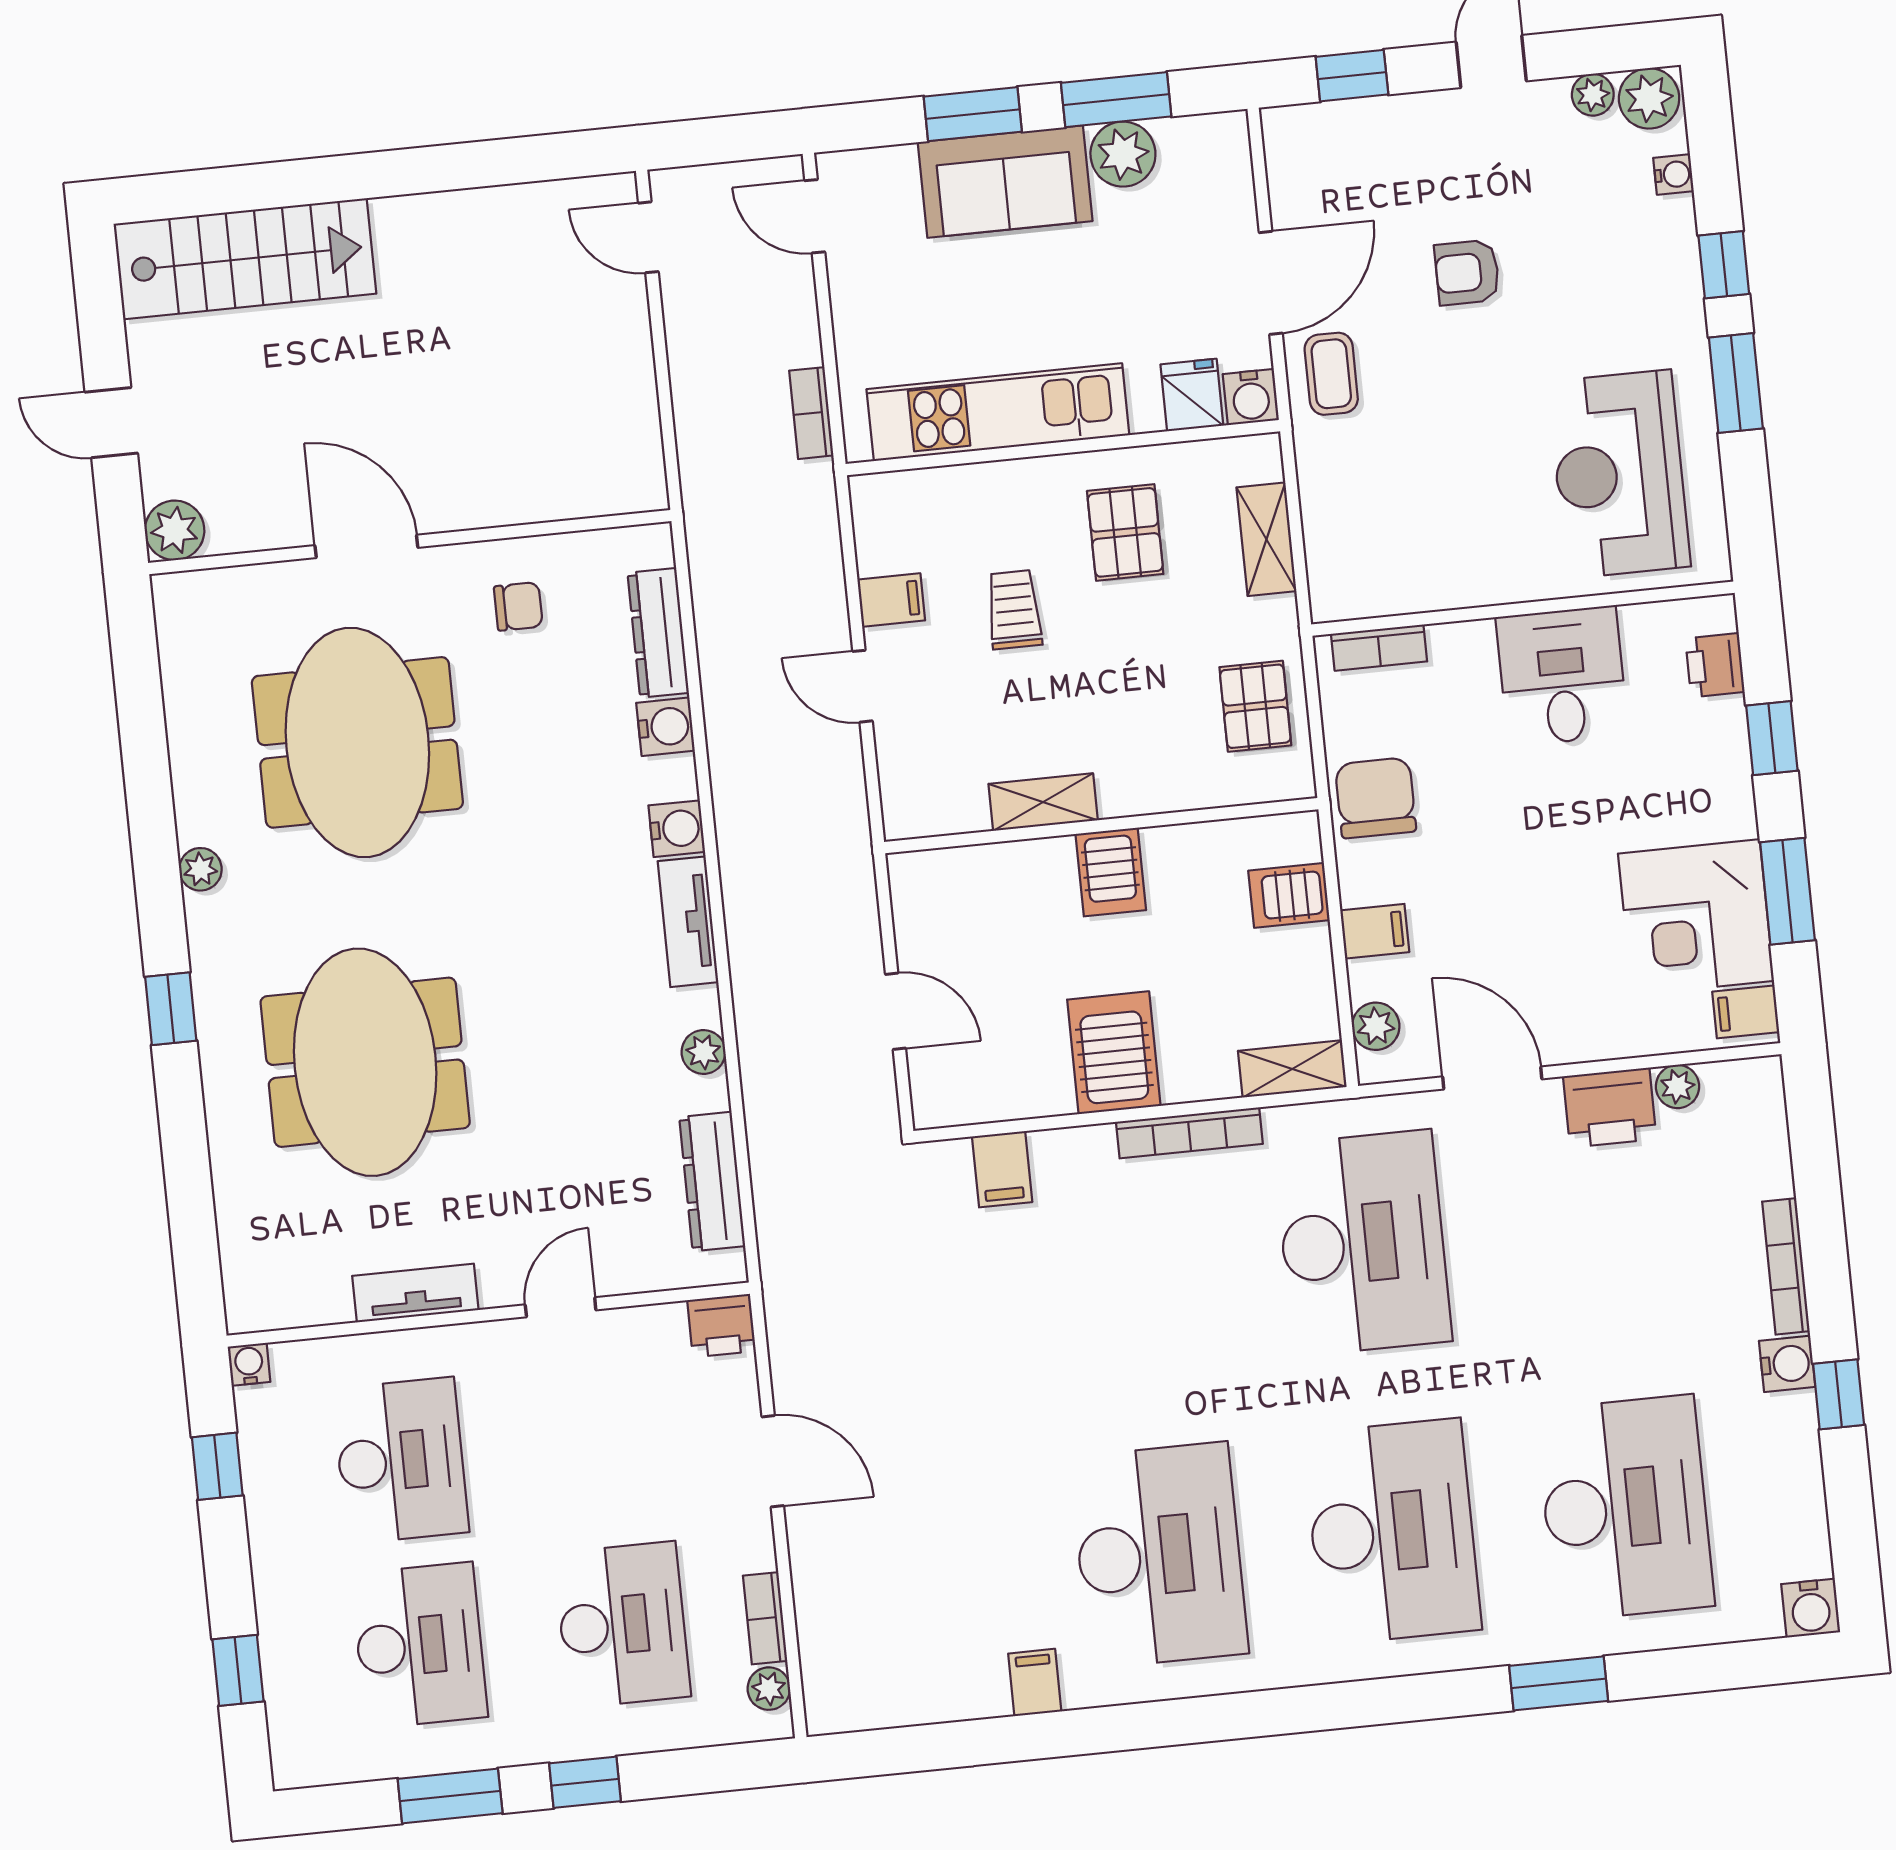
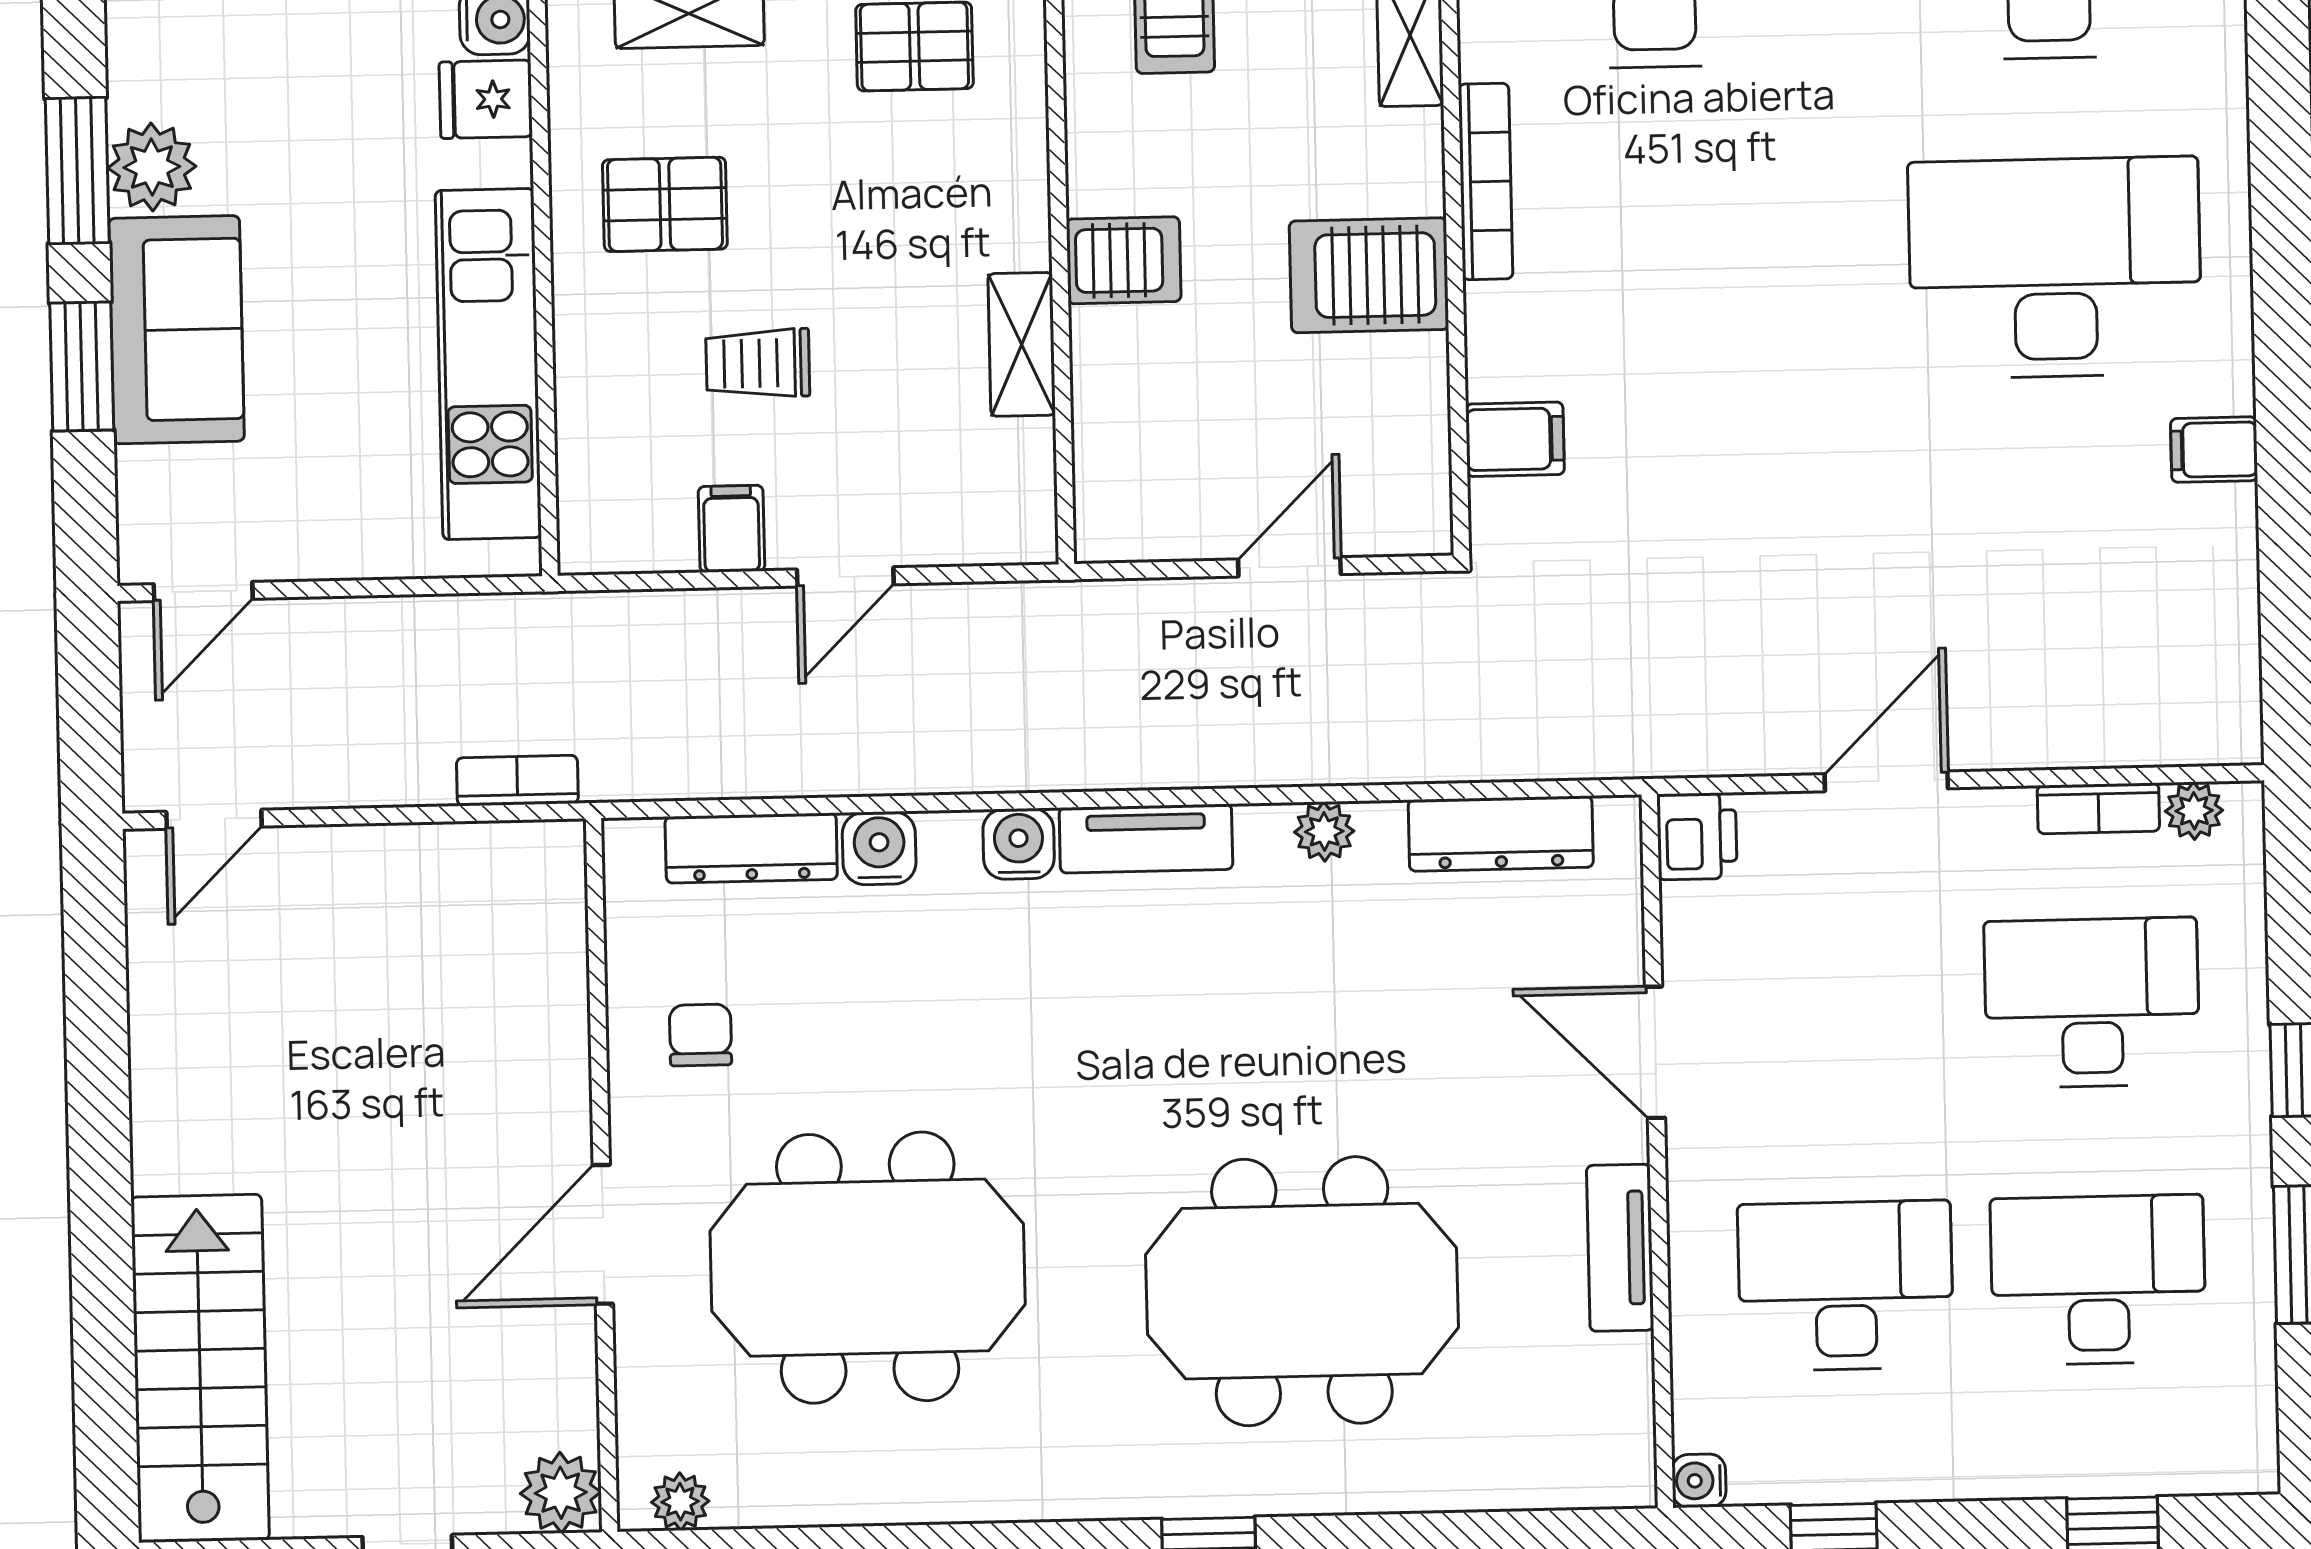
bookcase: (811, 413) -> (517, 781), moved, turned 180
plant: (200, 869) -> (680, 1502), moved
door: (561, 1307) -> (1655, 1052), width x1.38

